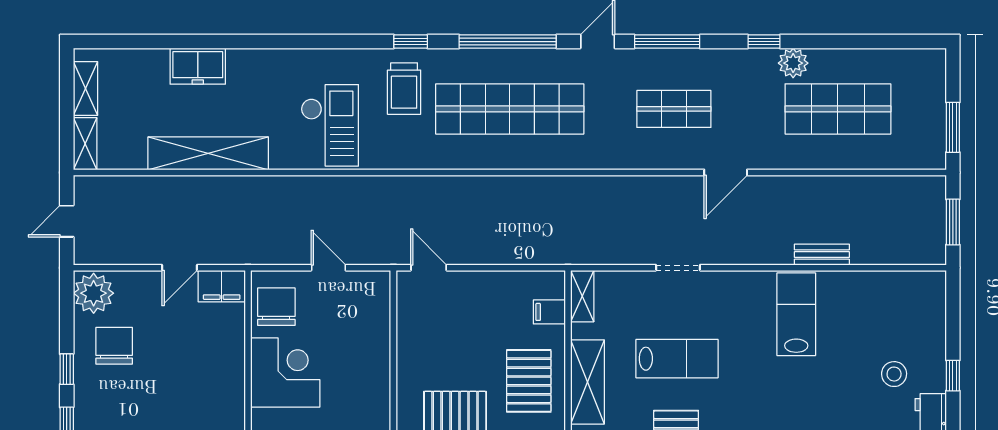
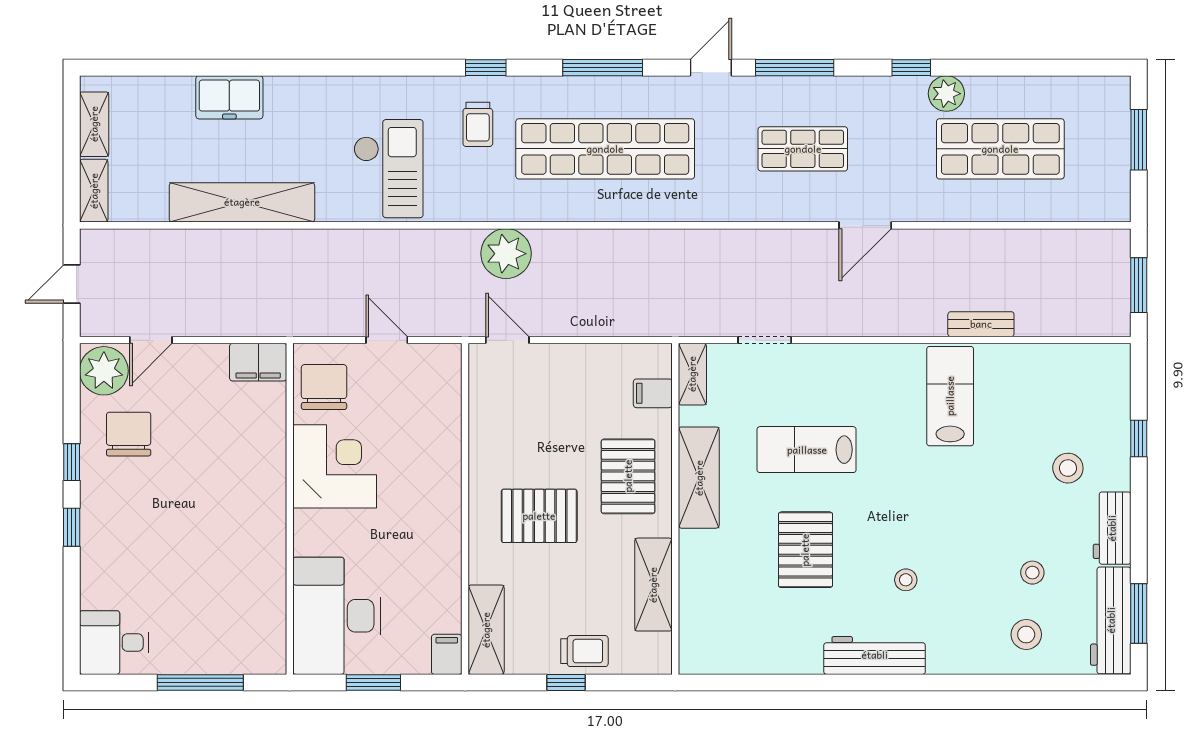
window: (508, 42) -> (603, 68), width x0.68
trolley: (404, 89) -> (478, 124), width x0.73, depth x0.72
window: (953, 127) -> (1139, 140), moved
plant: (427, 196) -> (506, 254), added
door: (180, 268) -> (151, 340), moved
doorway: (678, 268) -> (765, 340), moved
lab bench: (677, 359) -> (807, 450), turned 180
window: (953, 376) -> (1139, 438), moved

